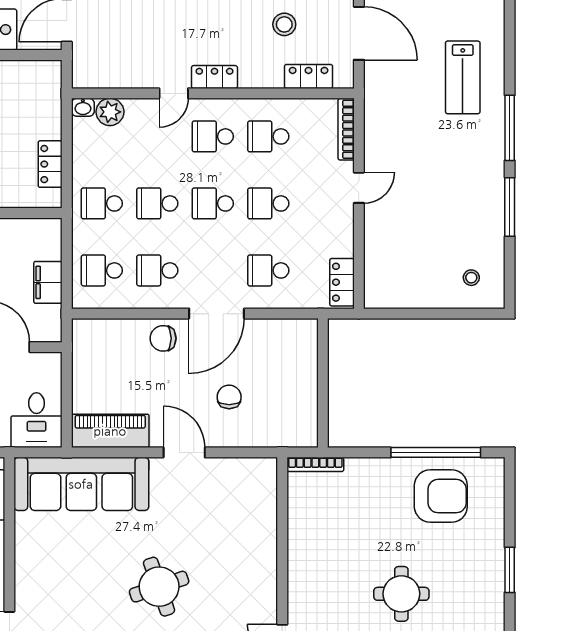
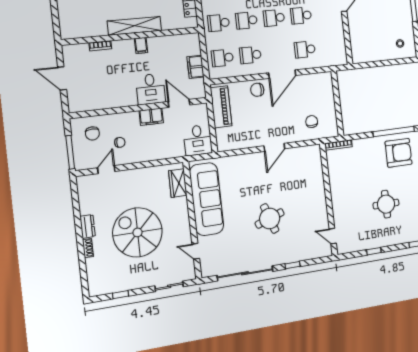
locker: (342, 282) -> (341, 52), removed
chair: (229, 397) -> (312, 122), moved
piano: (110, 431) -> (221, 107), moved, turned 90
door: (184, 452) -> (274, 147), swing flipped
sofa: (81, 484) -> (207, 199), moved, turned -90

